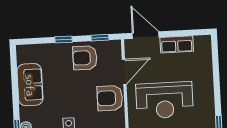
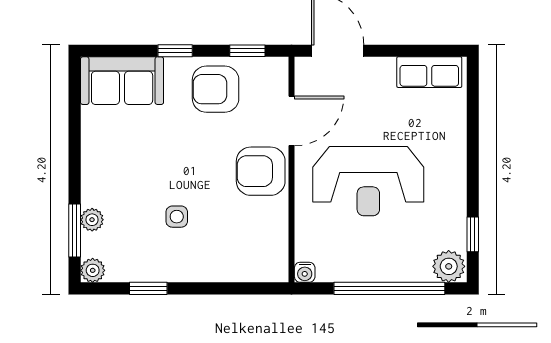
row of seats: (177, 44) -> (429, 72), moved
sofa: (30, 85) -> (122, 81), moved, turned 90

